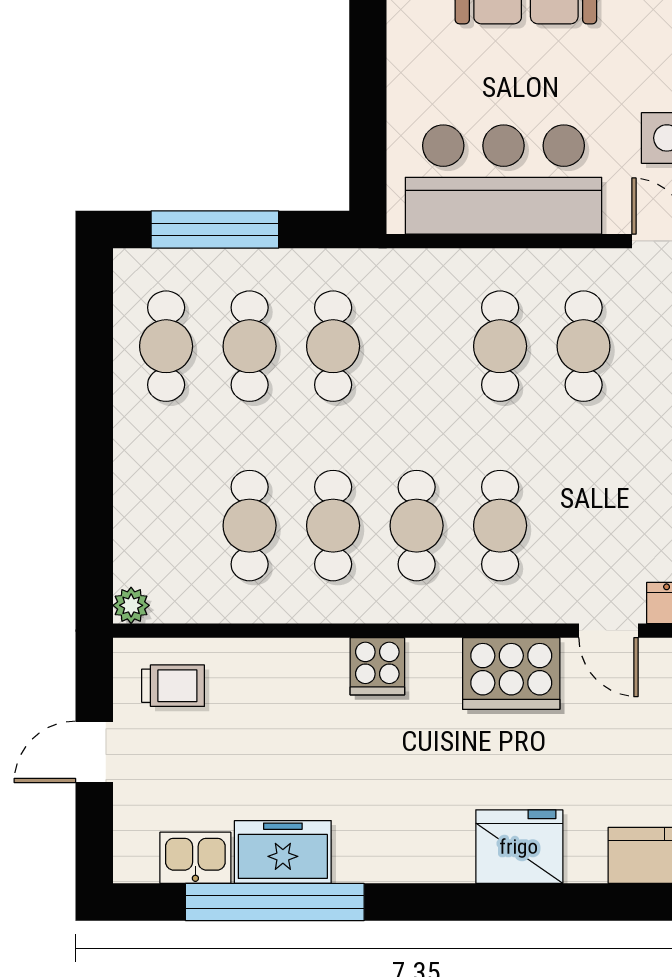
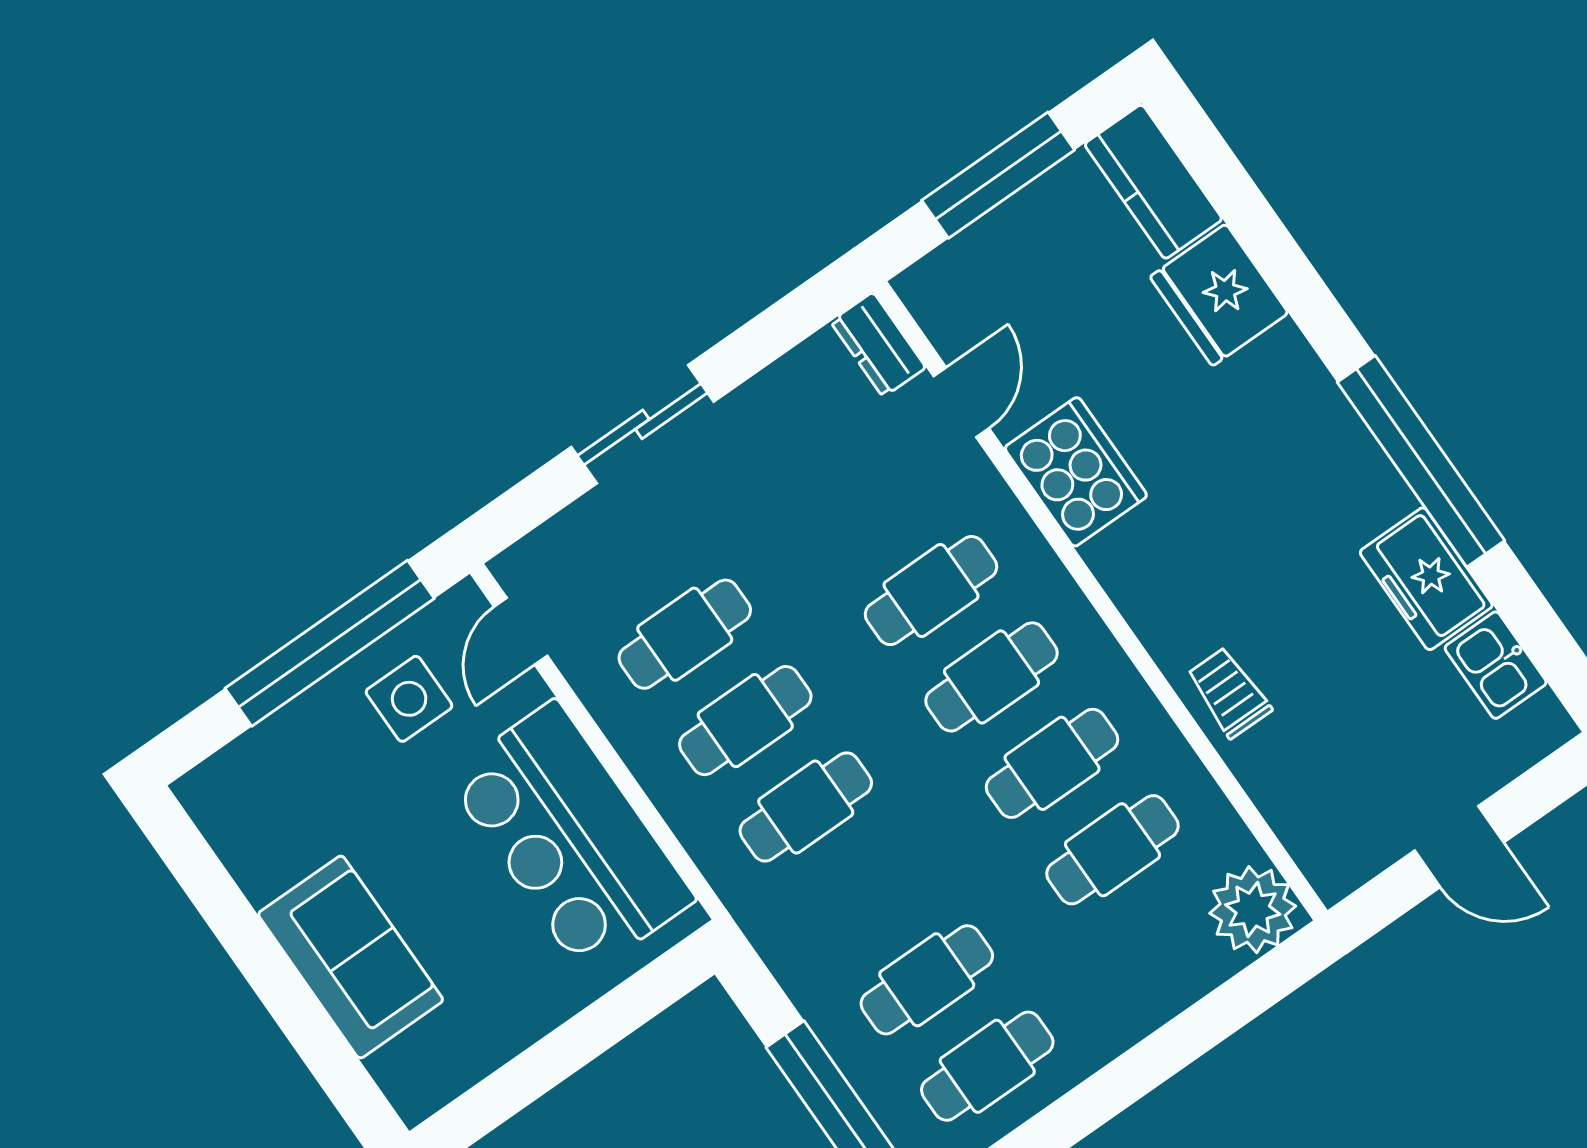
cafe table: (333, 346) -> (806, 807), moved
plant: (131, 605) -> (1253, 910), width x1.88, depth x1.88
cooker: (377, 666) -> (1166, 616), removed
trolley: (173, 686) -> (1229, 693), moved
fridge: (519, 847) -> (1219, 295), moved
window: (275, 902) -> (1421, 461), moved

